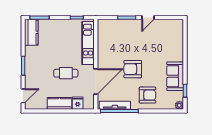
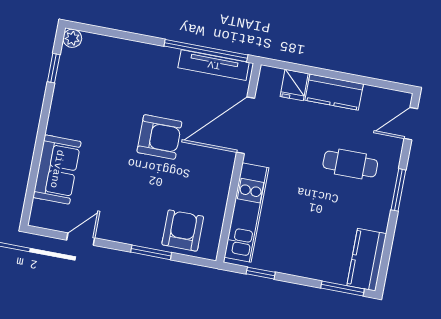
door: (148, 18) -> (81, 239), moved
cafe table: (66, 73) -> (350, 164), moved
sofa: (175, 76) -> (57, 169), moved
armchair: (147, 95) -> (183, 231), moved, turned 90

